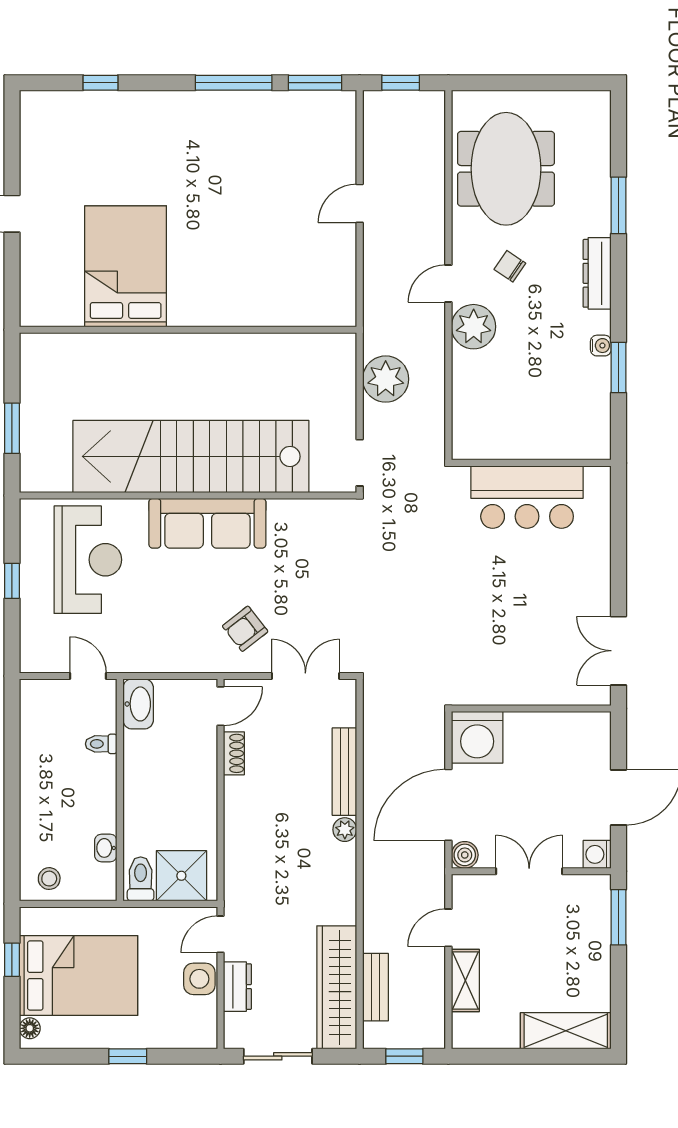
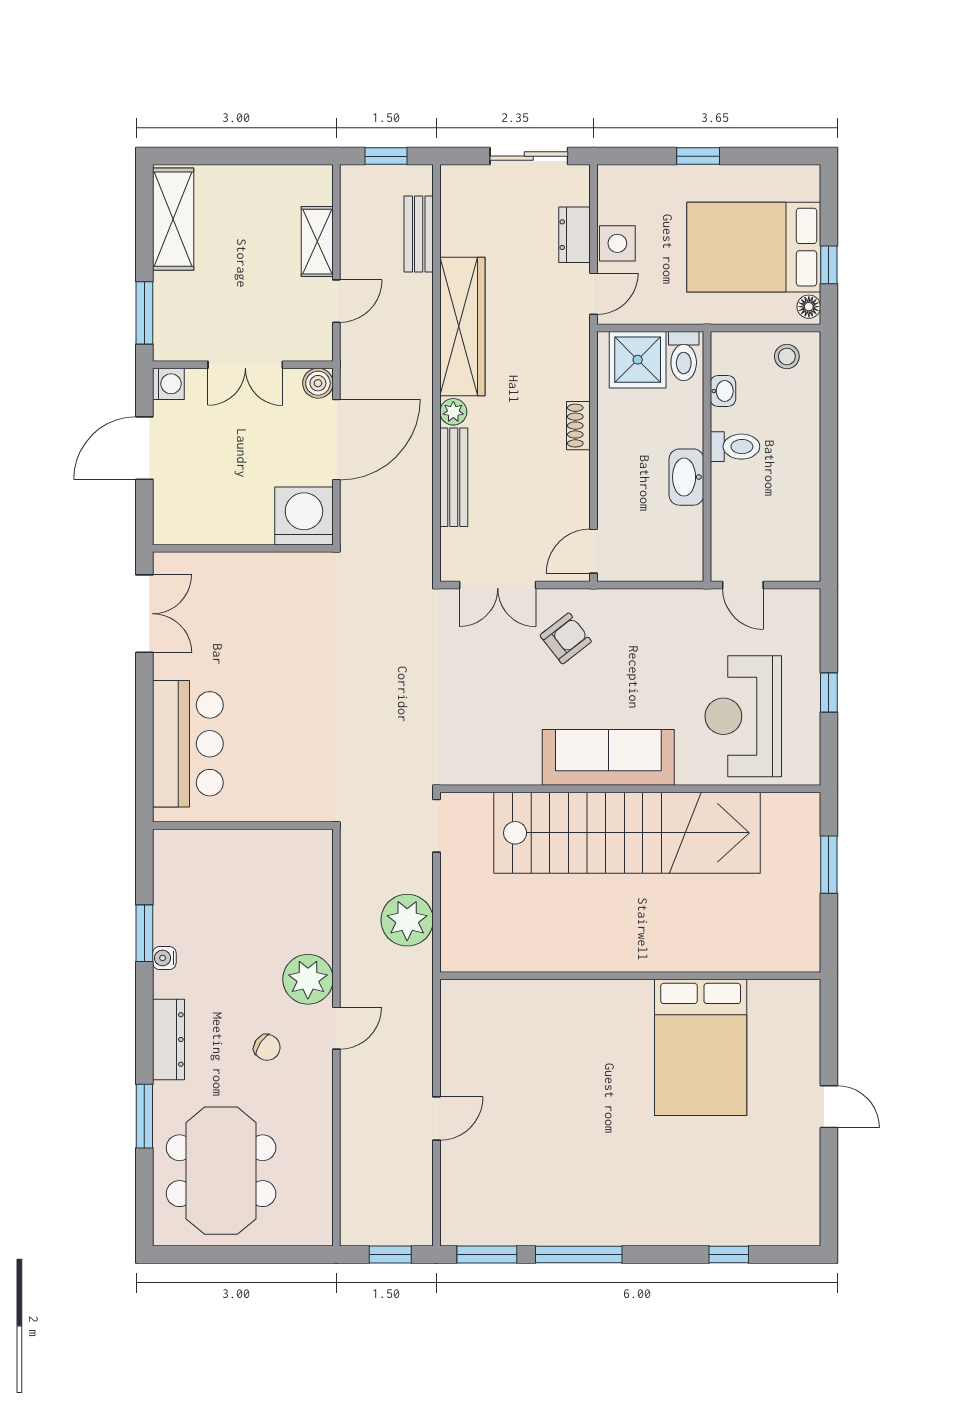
meeting table: (506, 169) -> (221, 1171), moved
bar counter: (527, 497) -> (188, 744), moved, turned 90
washbasin: (138, 704) -> (686, 477), moved
toilet: (101, 744) -> (735, 447), moved, width x1.37, depth x1.39
shoe rack: (234, 753) -> (578, 426), moved
wardrobe: (337, 987) -> (462, 326), moved
floor lamp: (30, 1028) -> (809, 307), moved
shelving: (566, 1031) -> (173, 219), moved, turned 90

